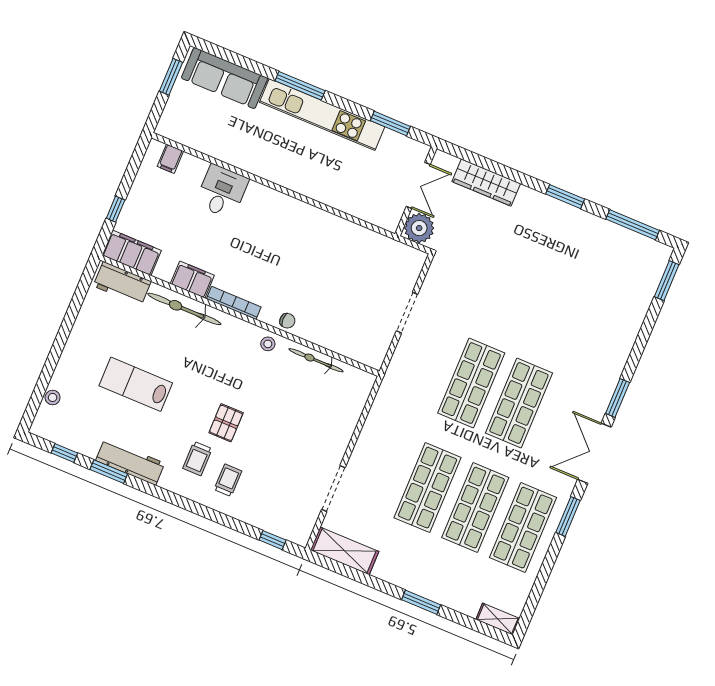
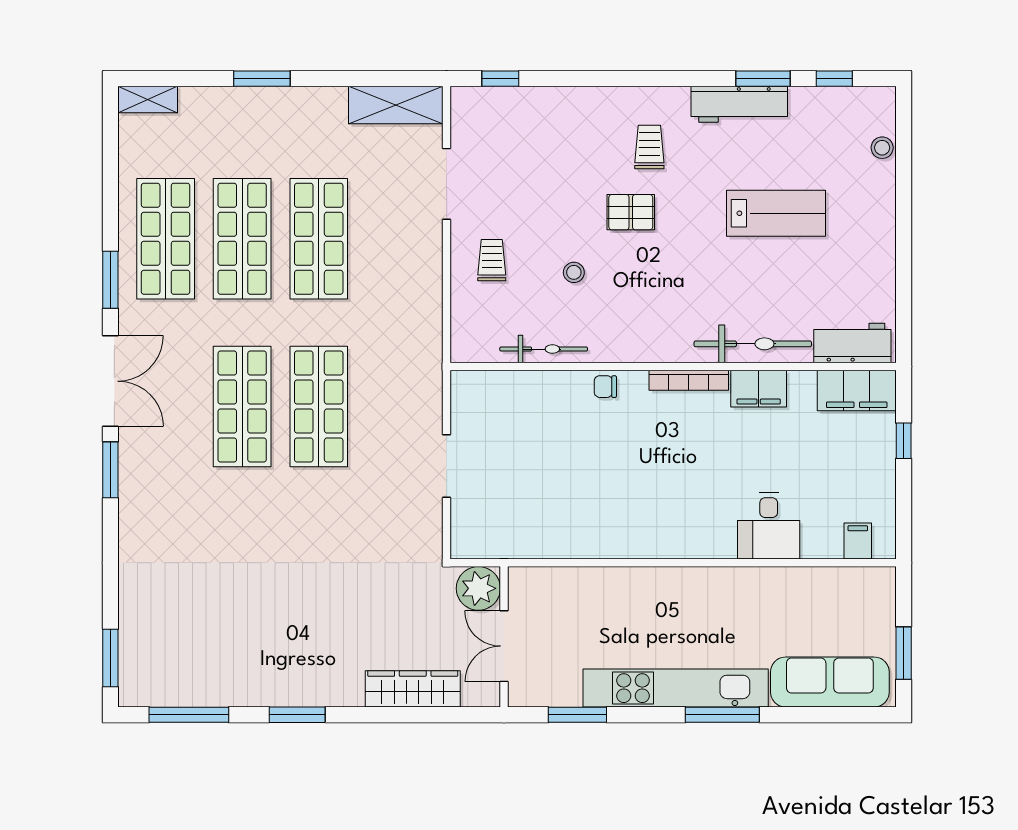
stool: (268, 344) -> (574, 272), moved
pallet: (226, 423) -> (631, 212), turned 90
trolley: (228, 480) -> (492, 260), moved, turned 180

